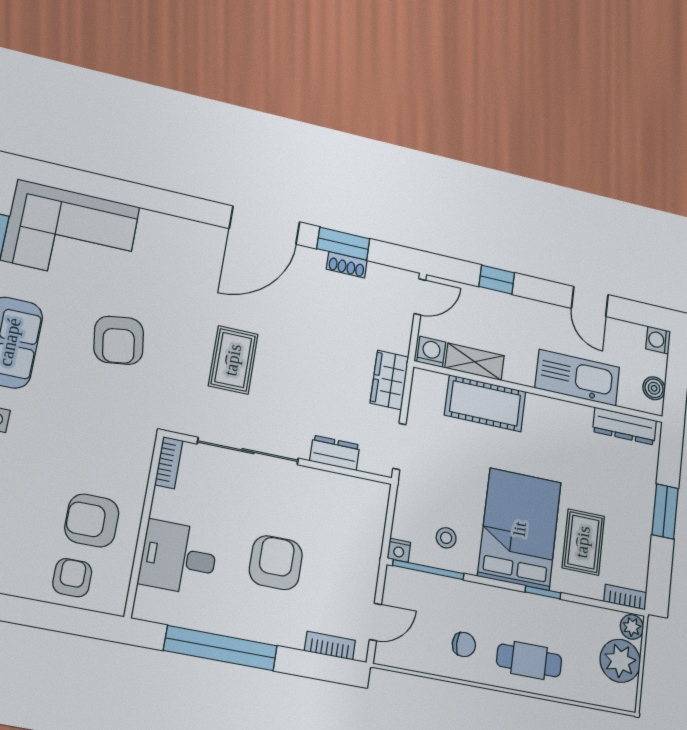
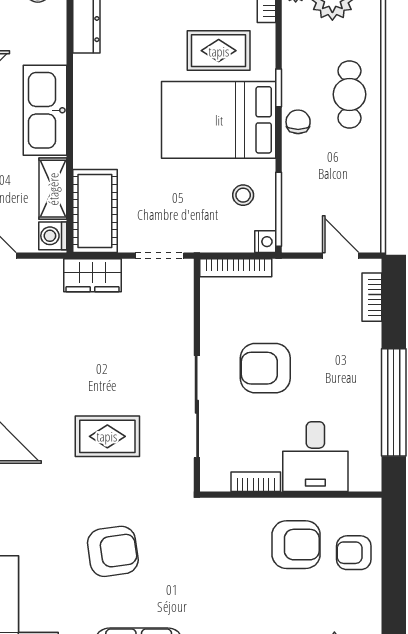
kitchen sink: (577, 378) -> (45, 110), moved
cot: (485, 403) -> (95, 211), moved
dresser: (335, 453) -> (180, 320), removed
bookcase: (169, 463) -> (256, 482), moved
bookcase: (378, 517) -> (236, 268), added
armchair: (92, 521) -> (296, 545), turned -90
armchair: (276, 563) -> (265, 368), moved
chair: (464, 645) -> (298, 122), moved

